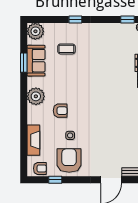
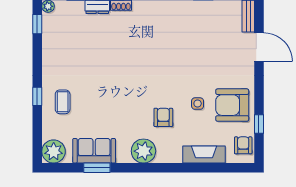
coffee table: (66, 49) -> (63, 102), moved

